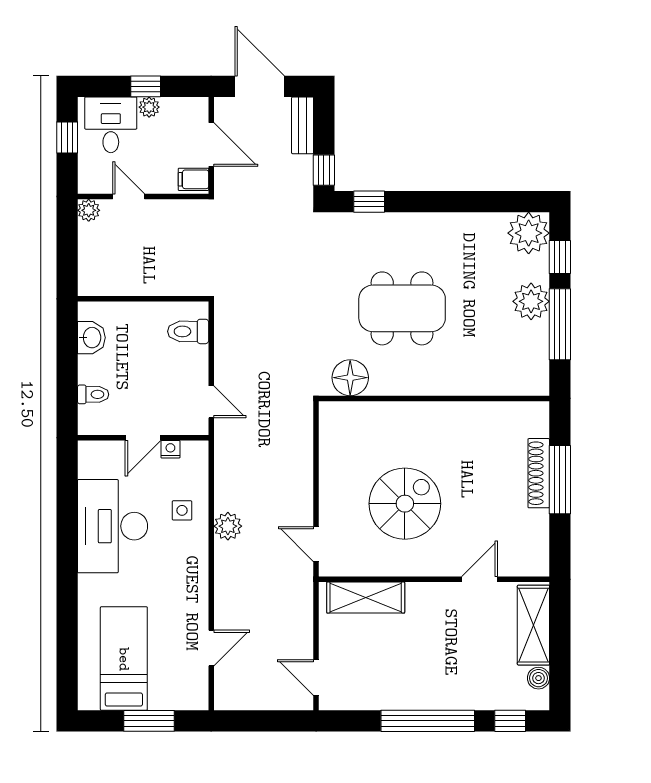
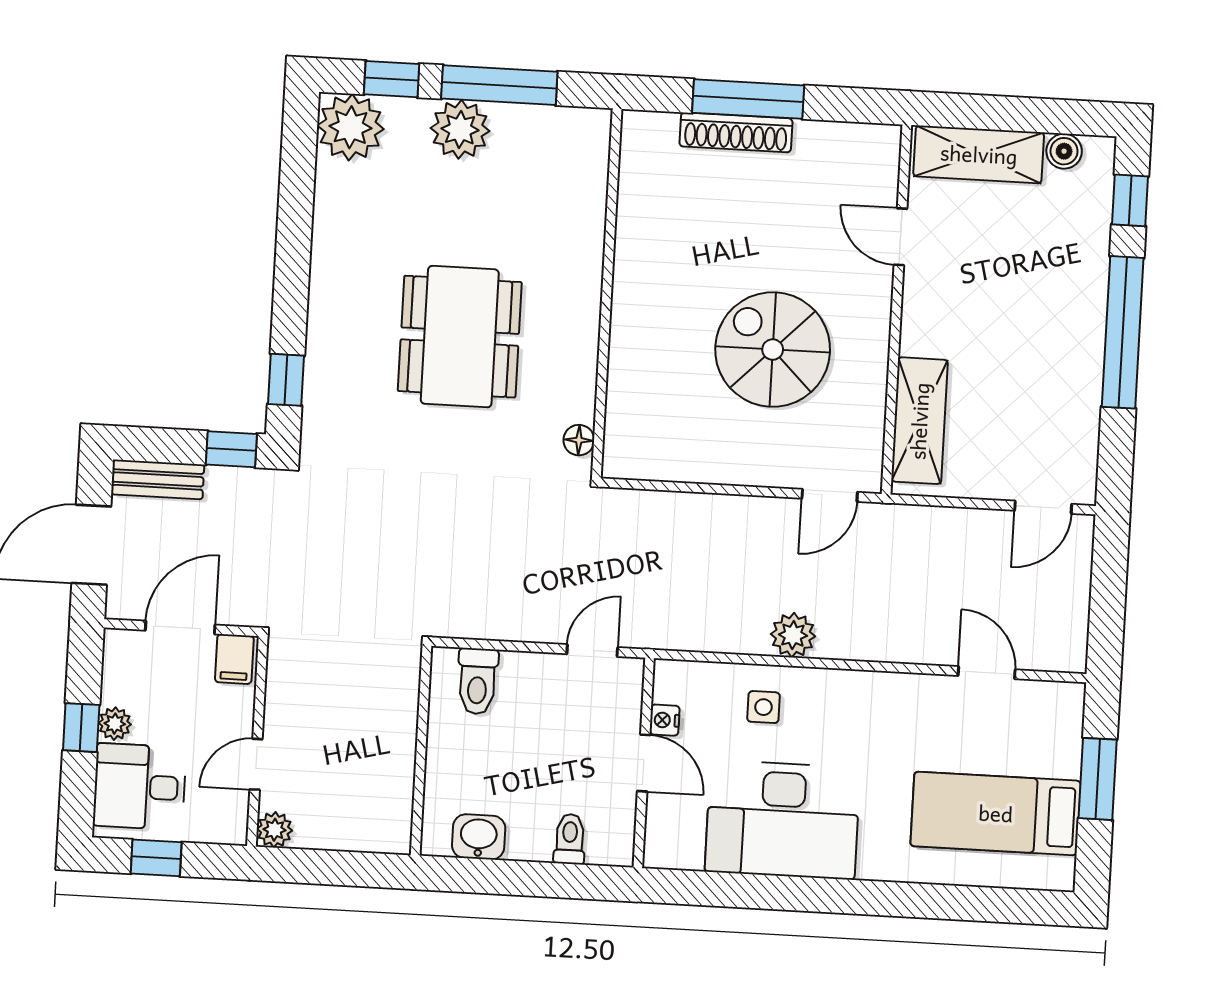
floor lamp: (350, 378) -> (579, 440), width x0.53, depth x0.53

